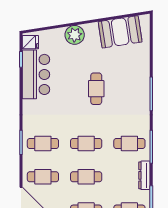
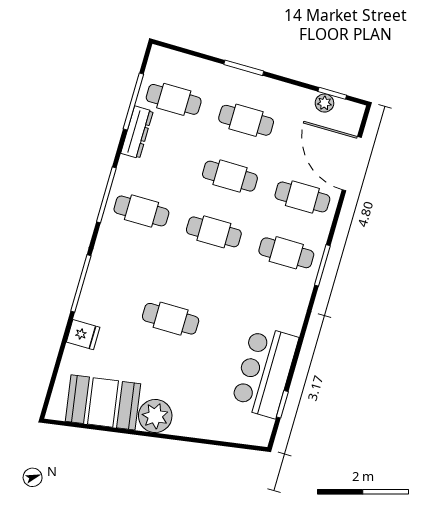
plant: (75, 35) -> (155, 416), moved
fridge: (30, 42) -> (83, 335), moved, turned 180
cafe table: (96, 89) -> (171, 319), turned 90
dresser: (144, 175) -> (137, 132), moved

